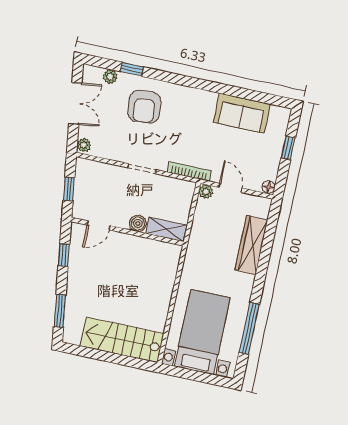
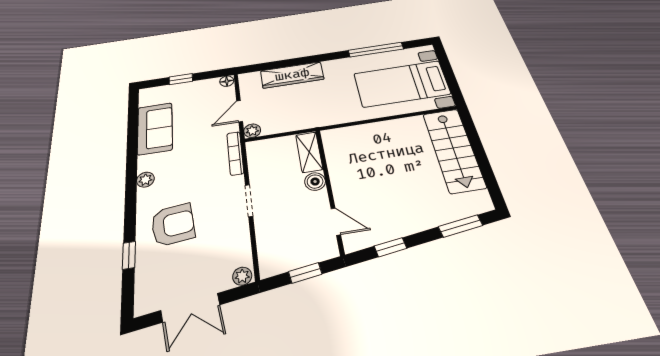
plant: (110, 77) -> (145, 180), moved
double door: (75, 103) -> (190, 308), swing flipped

